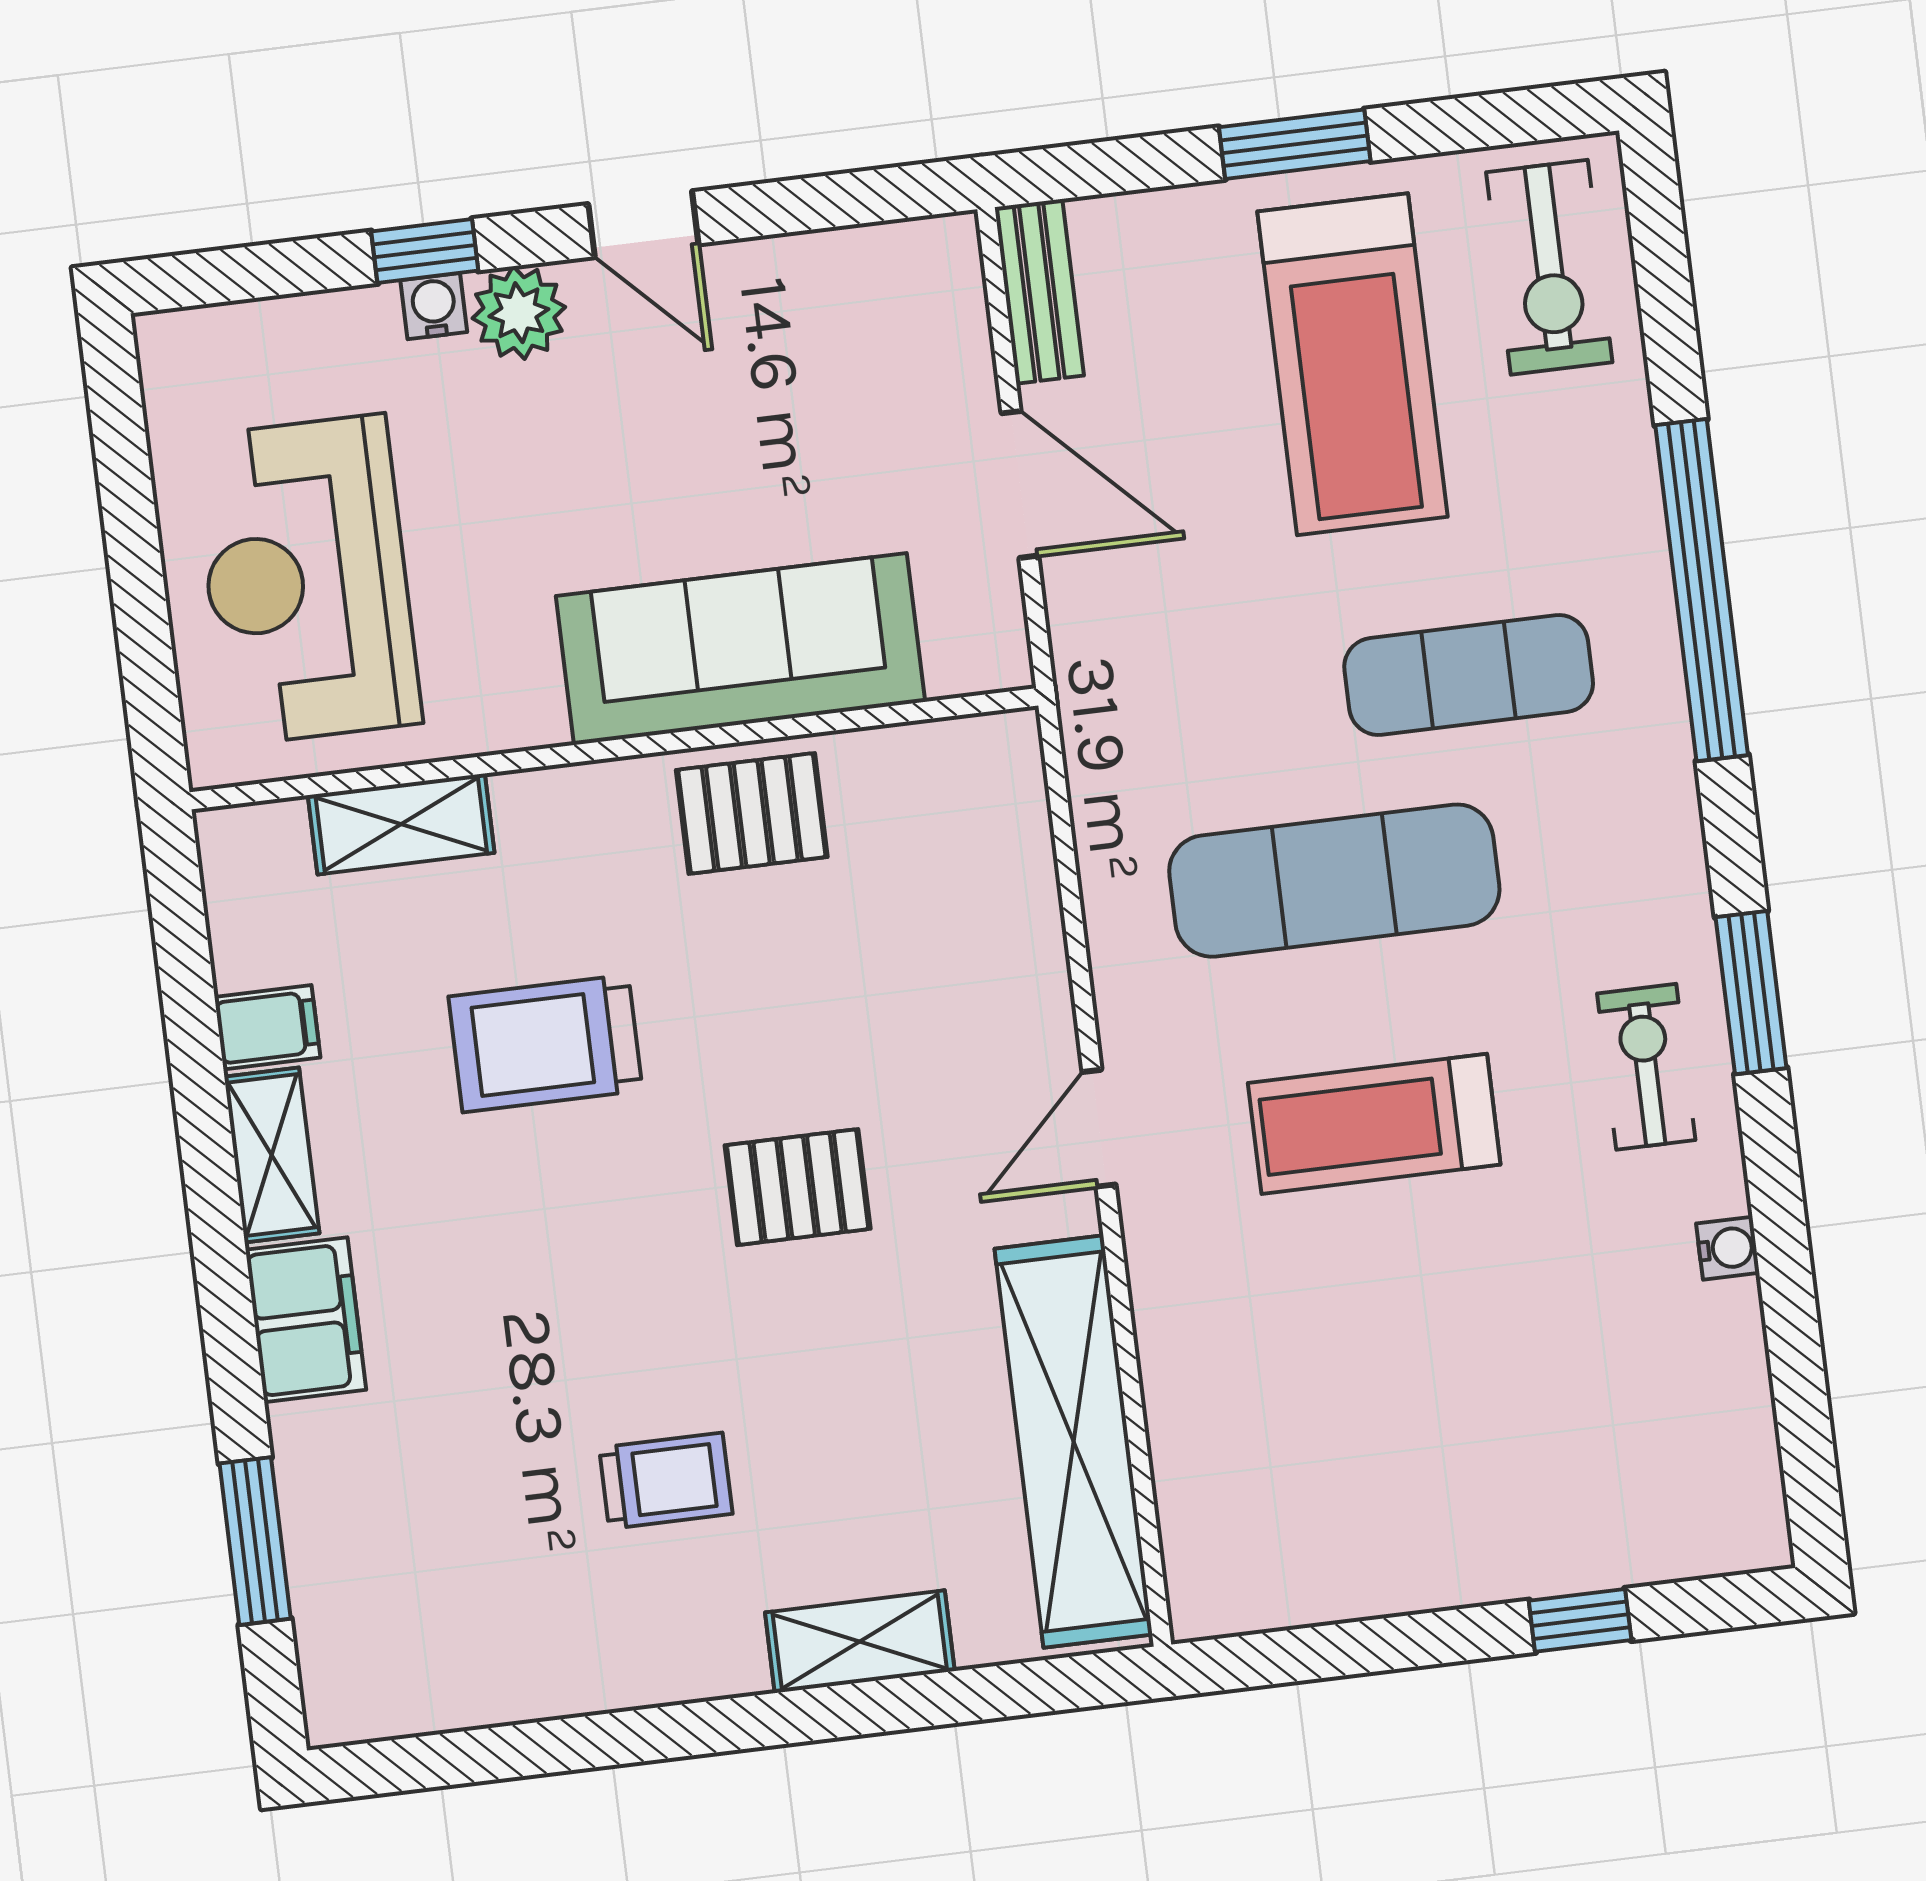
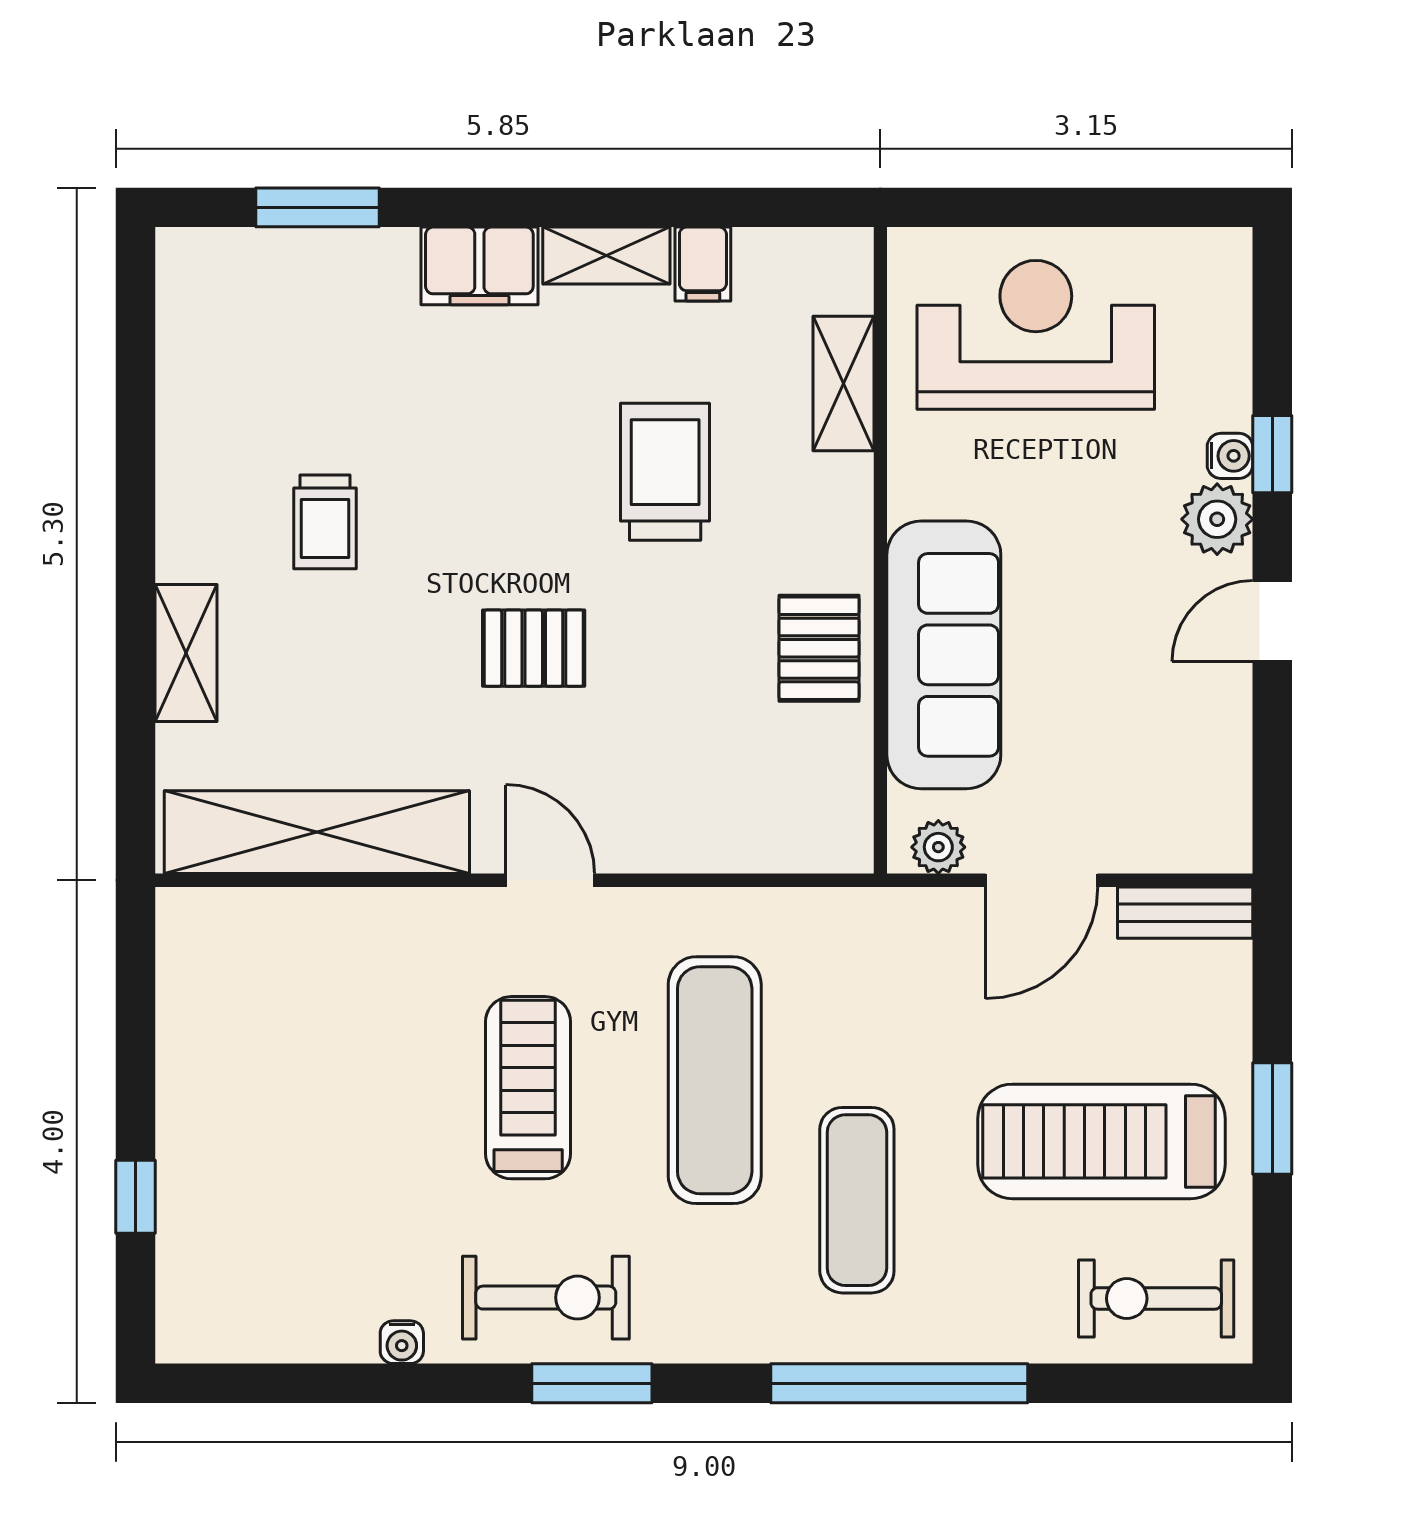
plant: (993, 625) -> (938, 847), added
exercise bike: (1646, 1067) -> (546, 1298), width x1.38, depth x1.39
pallet: (798, 1187) -> (534, 648), turned 90

